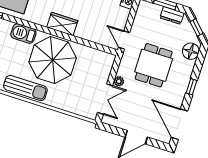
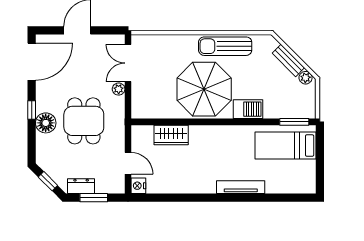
wardrobe: (62, 24) -> (171, 135), moved
door: (124, 40) -> (128, 163), moved
floor lamp: (191, 51) -> (46, 123), moved
door: (179, 124) -> (32, 62), hinge flipped

